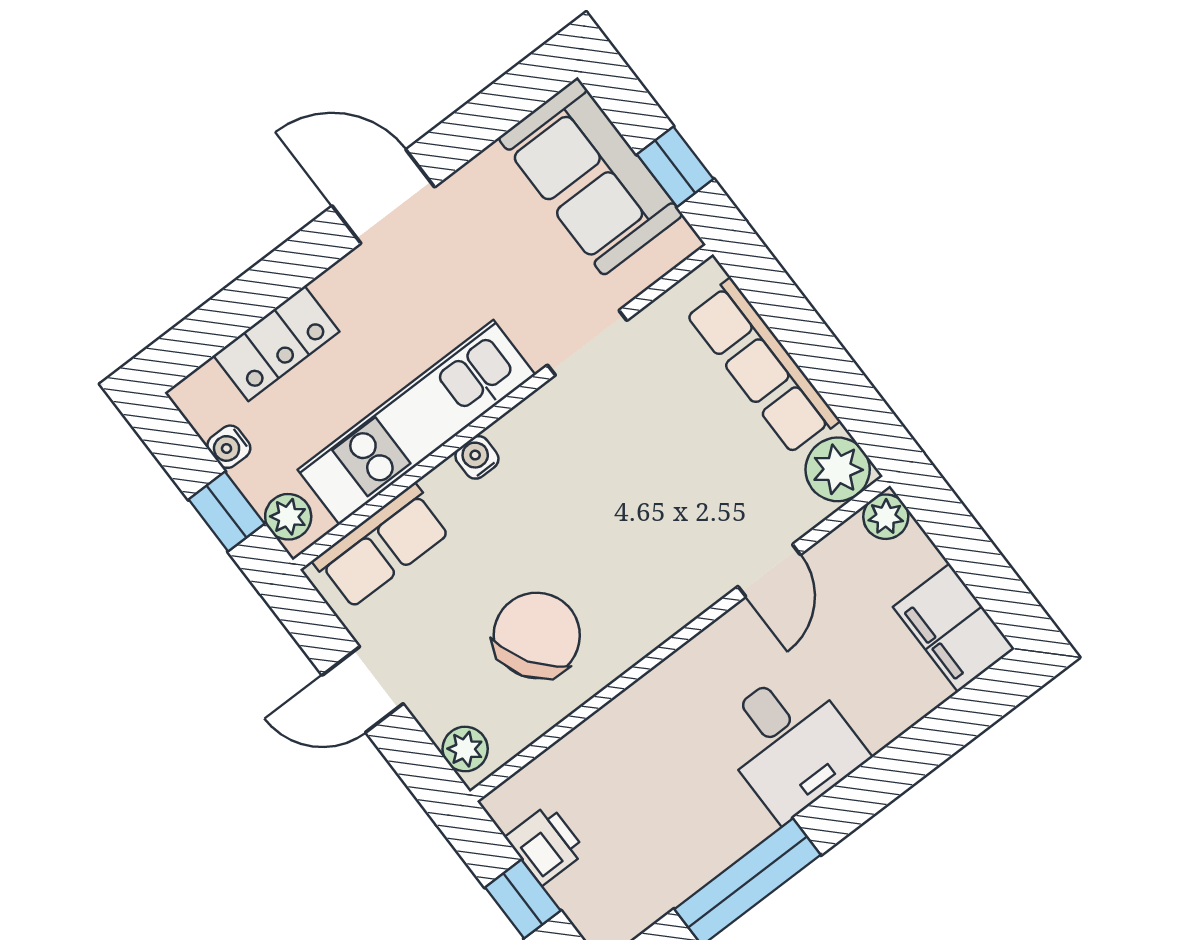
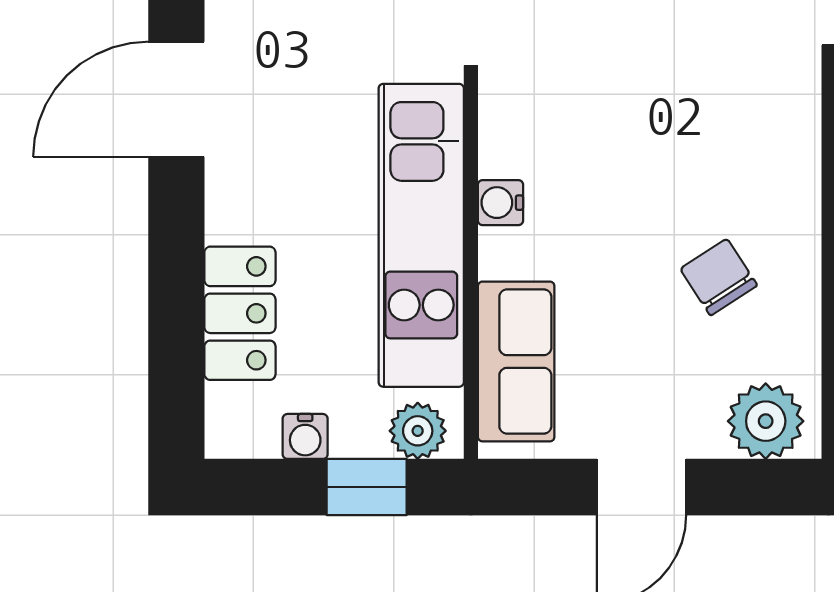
chair: (537, 636) -> (719, 277), width x0.54, depth x0.54
plant: (465, 749) -> (766, 421), width x1.38, depth x1.38

